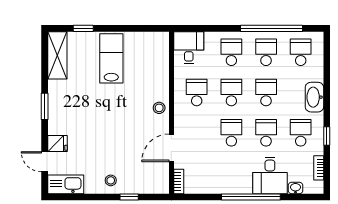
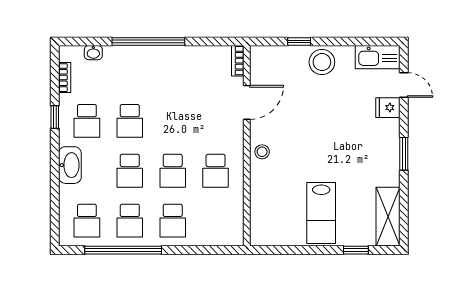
desk: (189, 48) -> (225, 226), removed
school desk: (231, 133) -> (173, 121), removed
desk: (270, 175) -> (125, 68), removed
stool: (111, 180) -> (322, 62), width x1.89, depth x1.89

